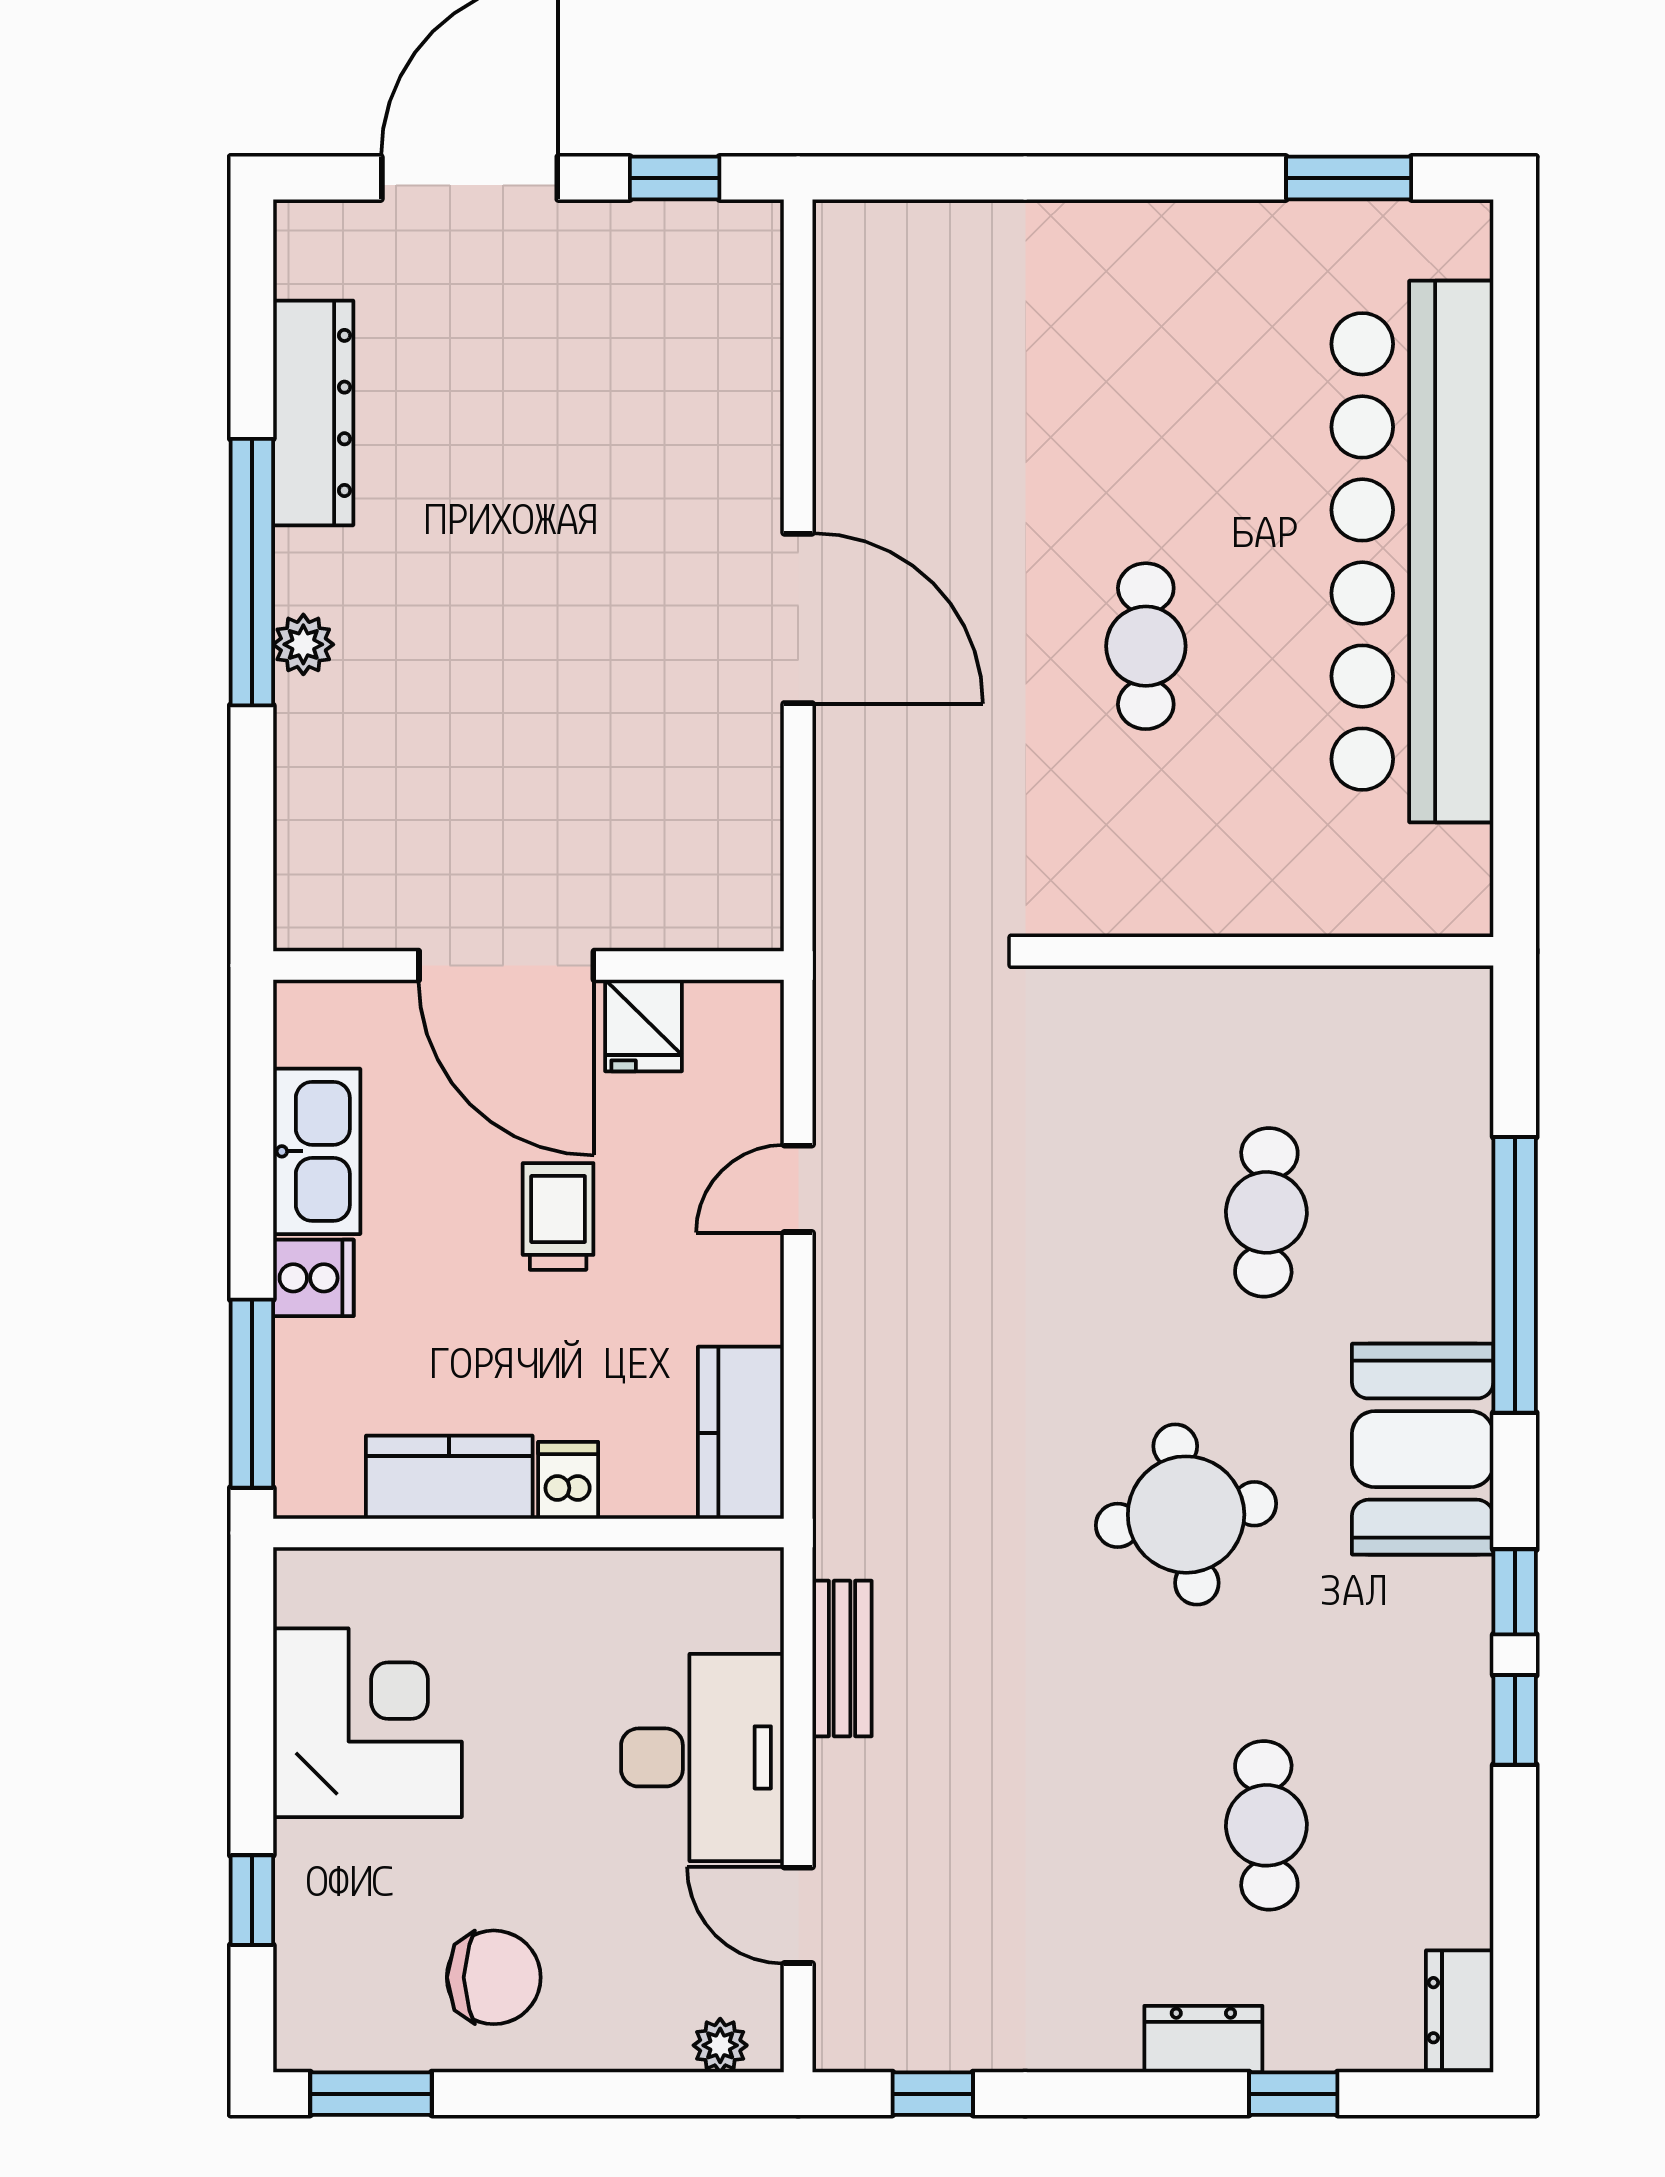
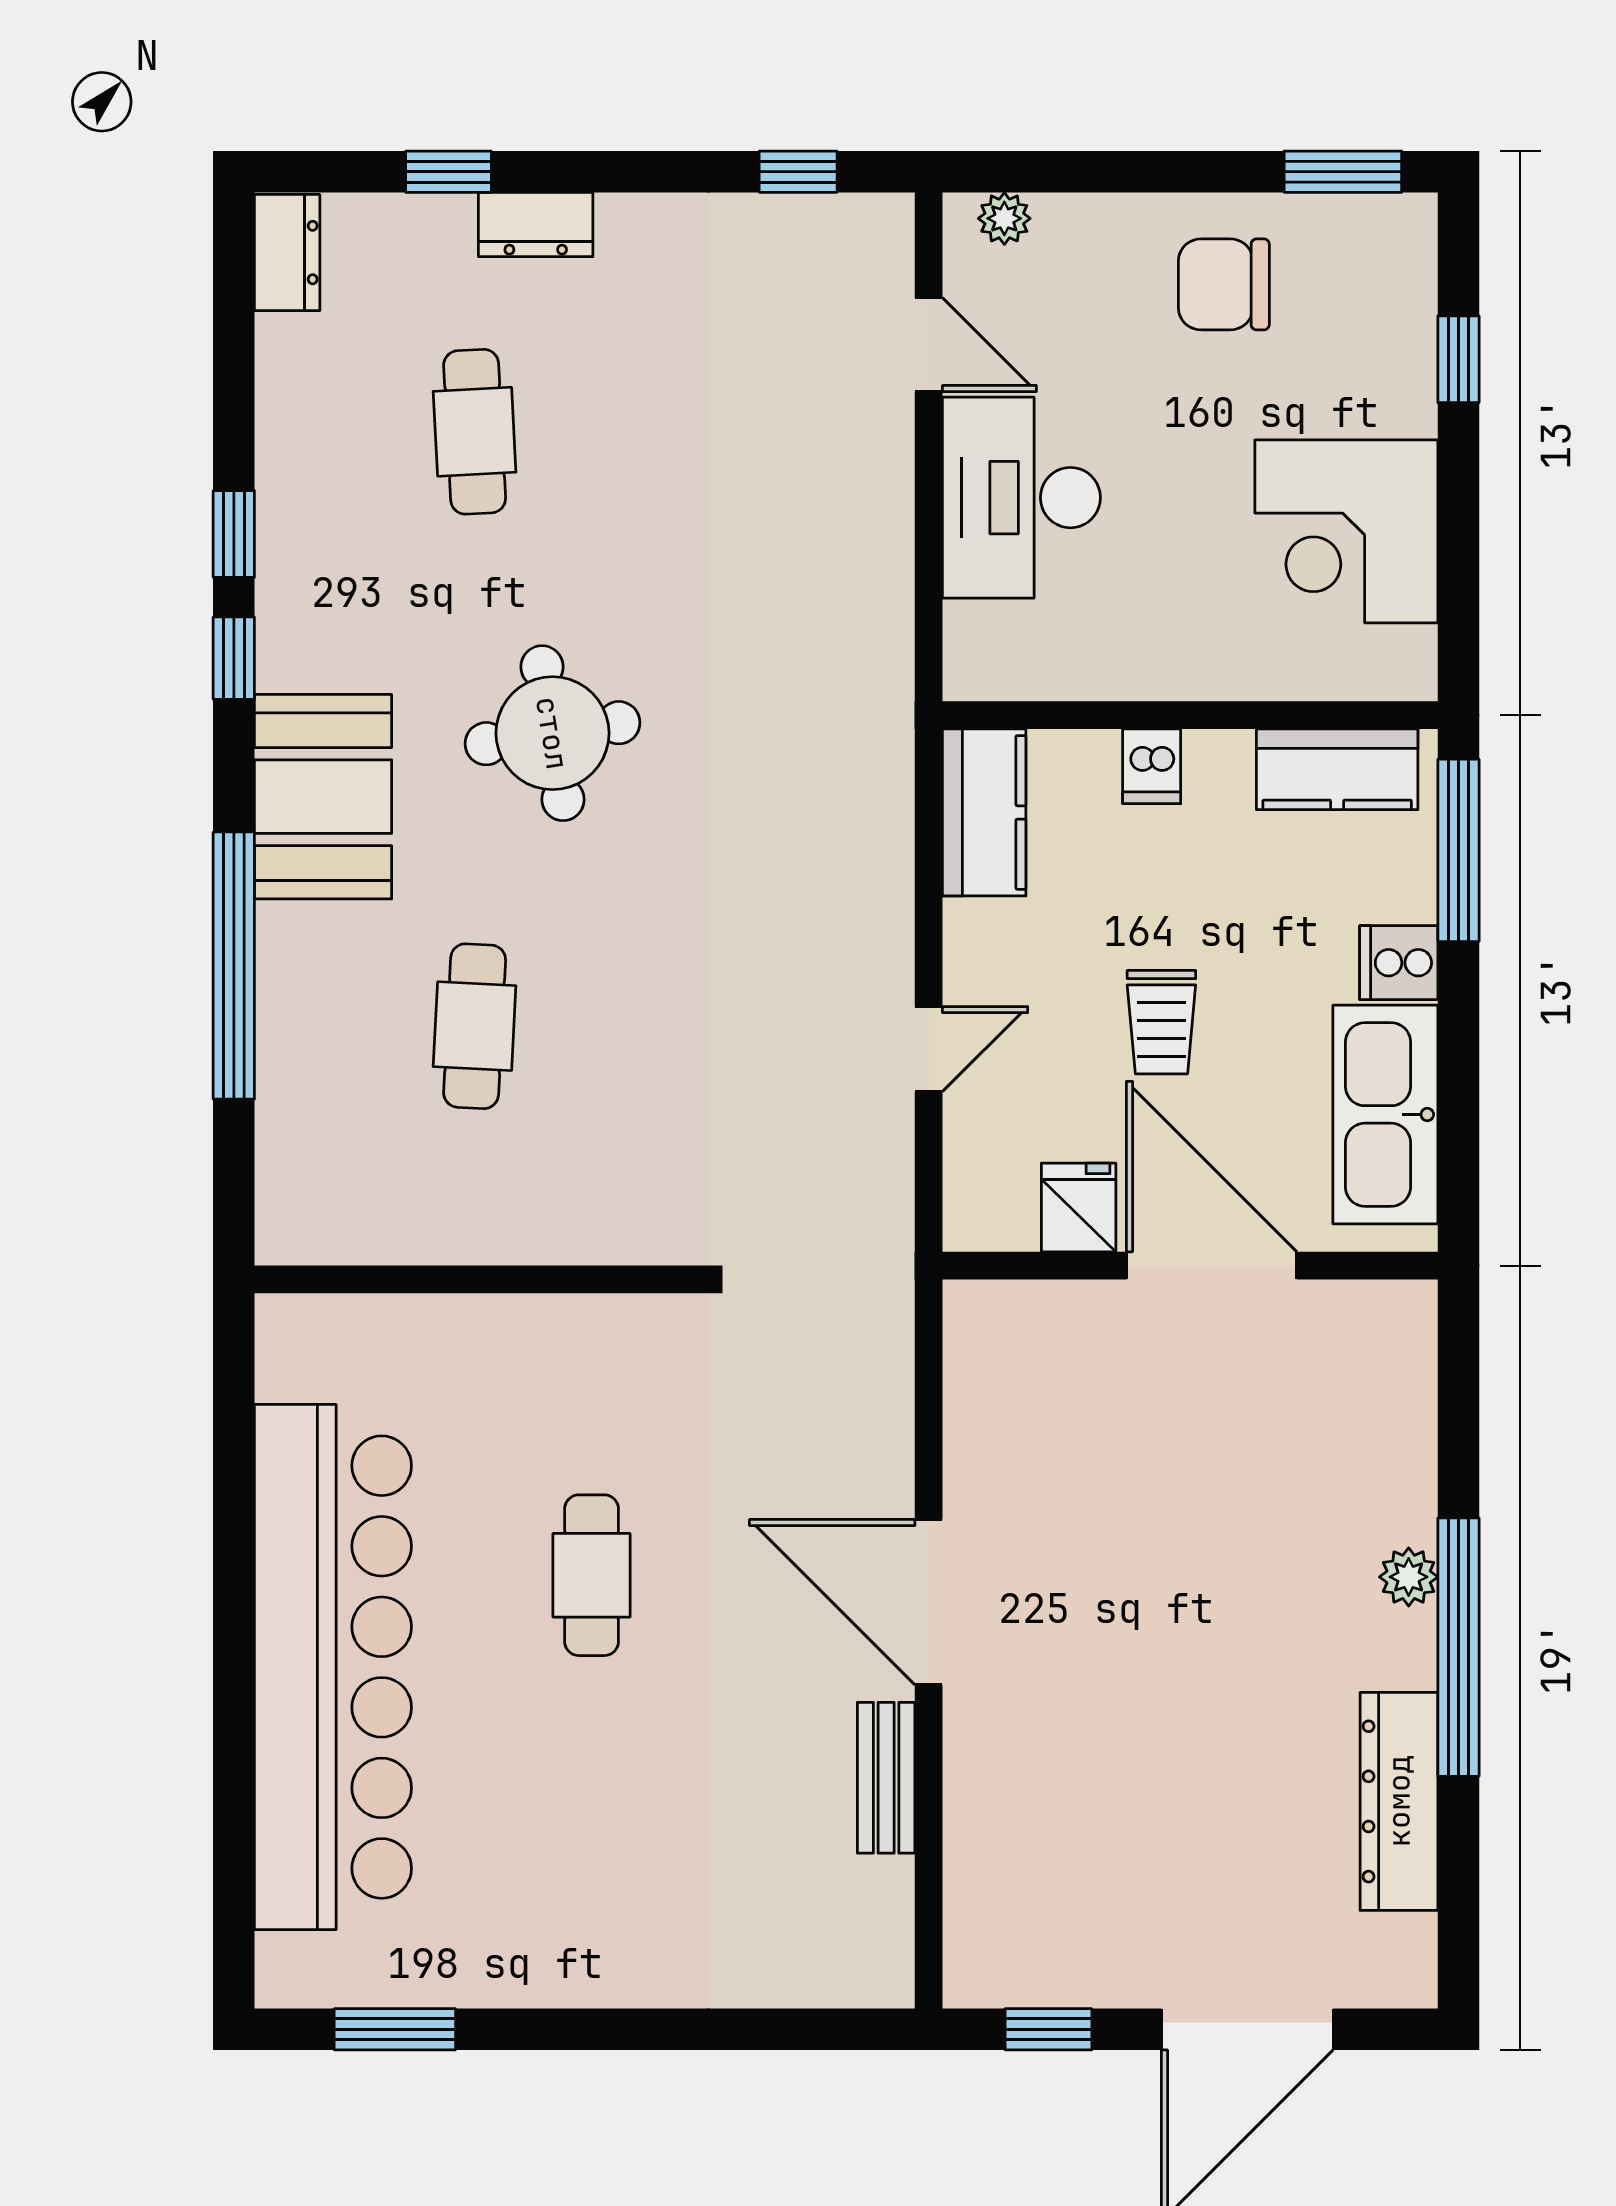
kitchen sink: (317, 1151) -> (1385, 1114), width x1.36, depth x1.24
kitchen counter: (449, 1477) -> (1337, 769), moved
bench: (842, 1659) -> (886, 1778), moved

